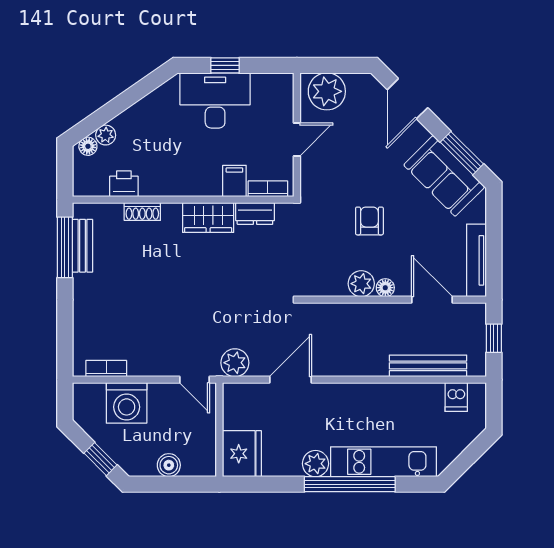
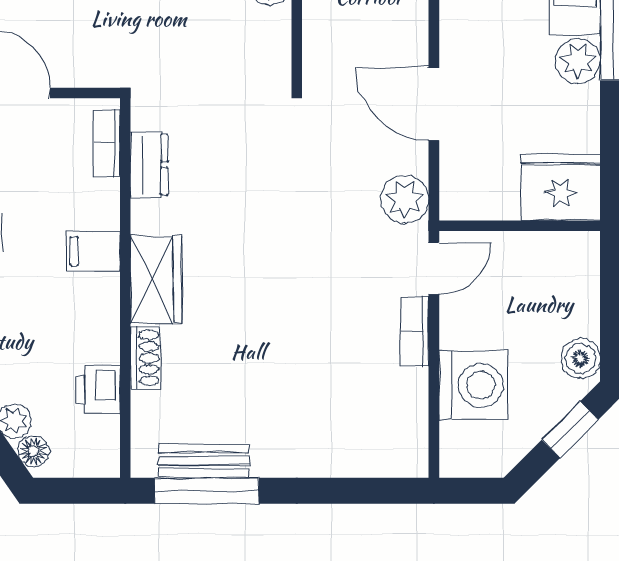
filing cabinet: (234, 181) -> (93, 251), moved
wardrobe: (208, 218) -> (156, 280), moved
bookcase: (106, 369) -> (415, 332), moved
boiler: (169, 465) -> (580, 359), moved

